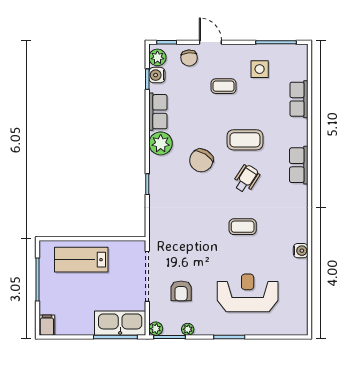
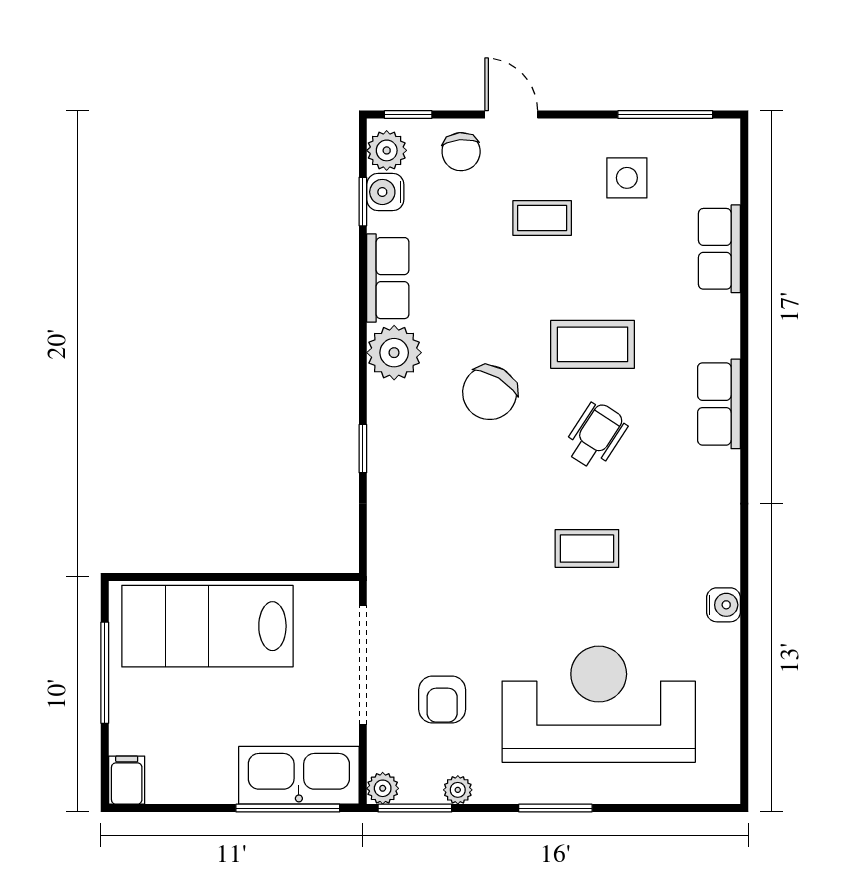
lab bench: (81, 260) -> (207, 626), width x1.36, depth x1.39
reception desk: (248, 293) -> (599, 704), width x1.36, depth x1.30

